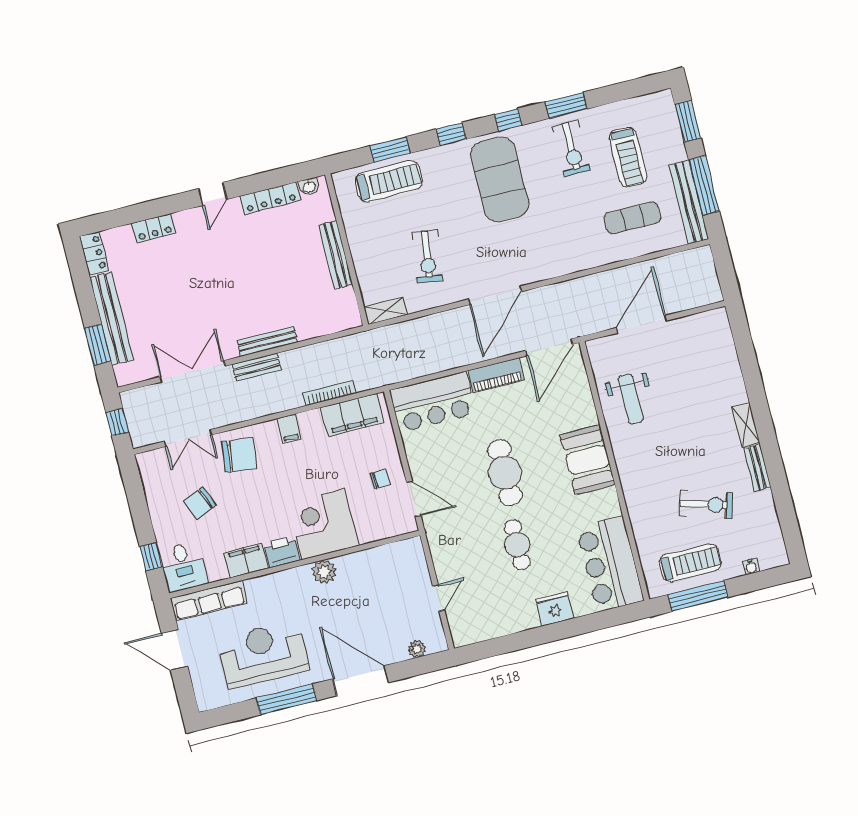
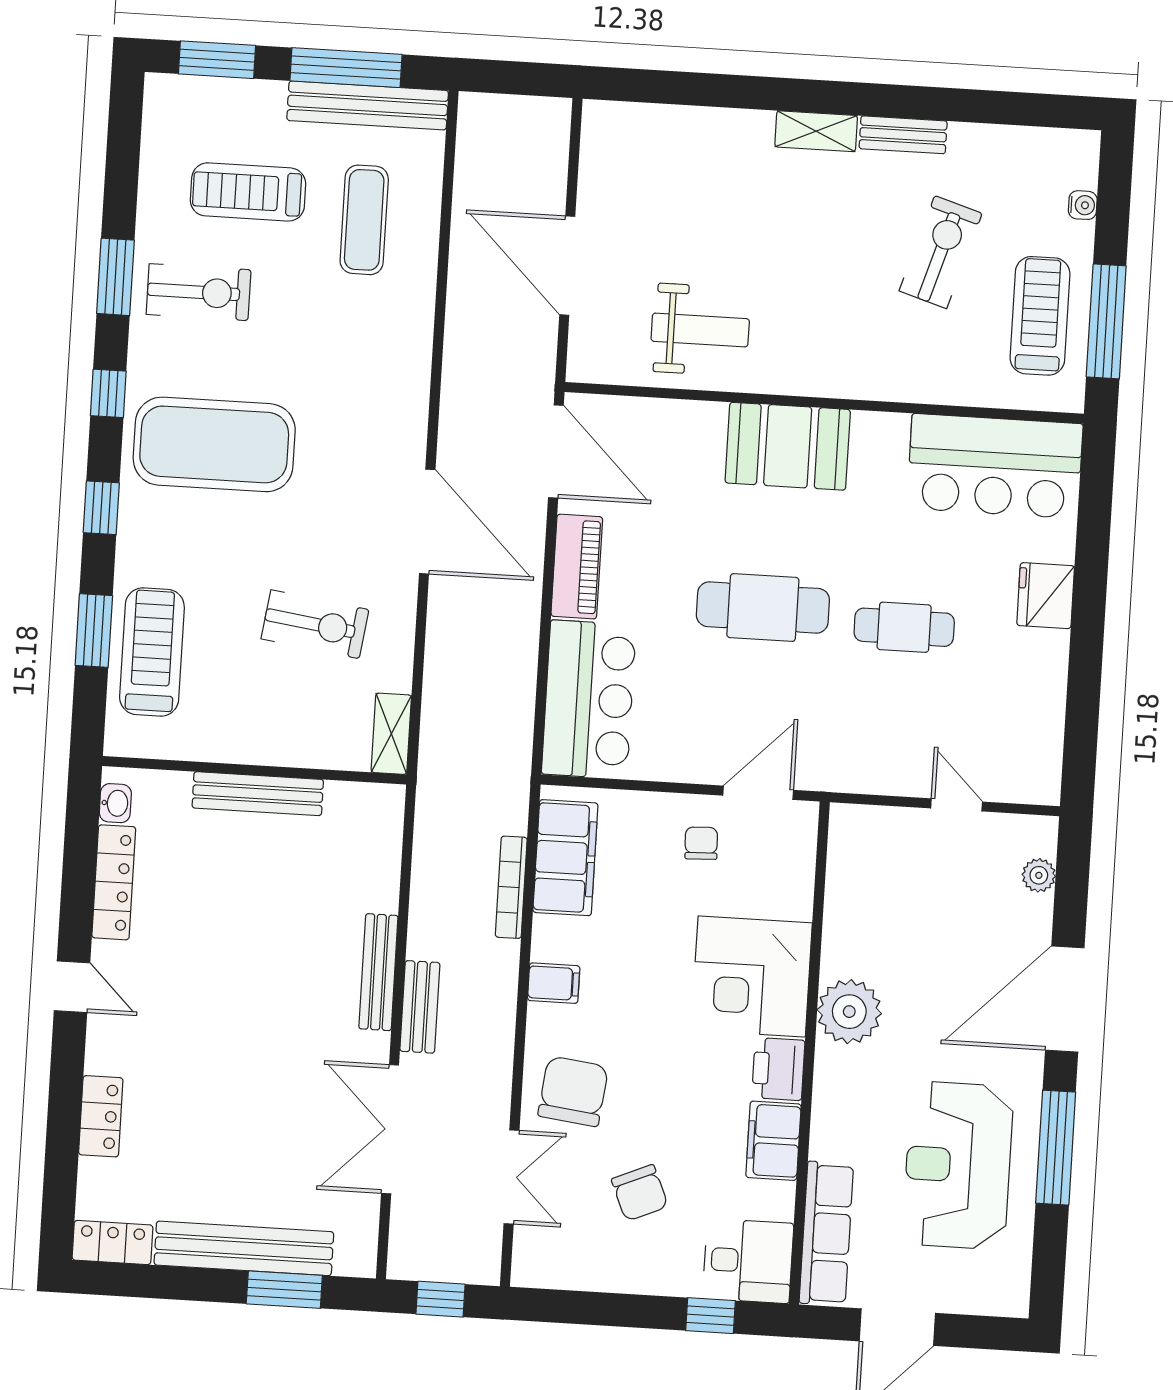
treadmill: (628, 157) -> (248, 192), turned 180
plant: (324, 572) -> (849, 1012), width x1.36, depth x1.36

